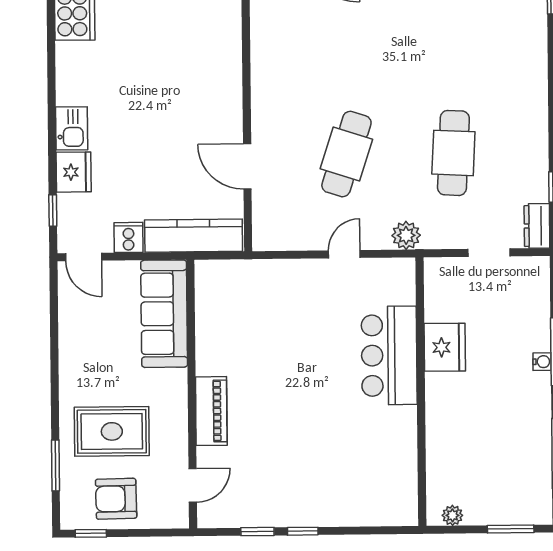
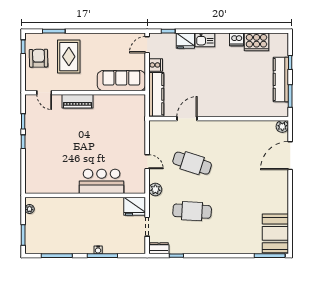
dishwasher: (70, 58) -> (237, 39), added
fridge: (445, 347) -> (135, 206), moved

